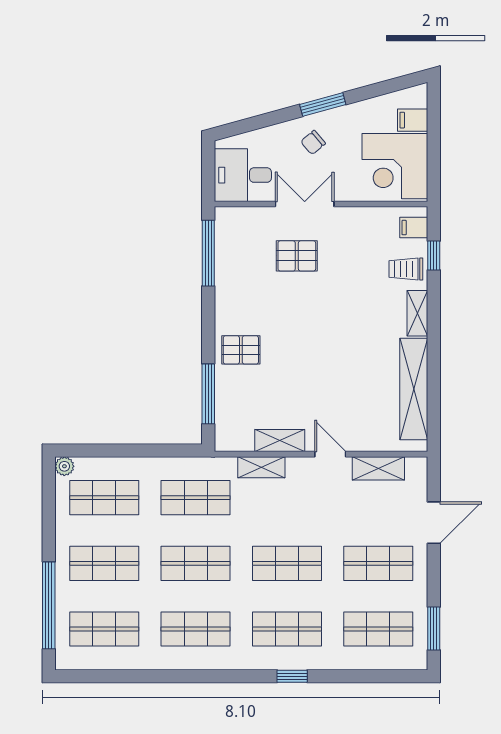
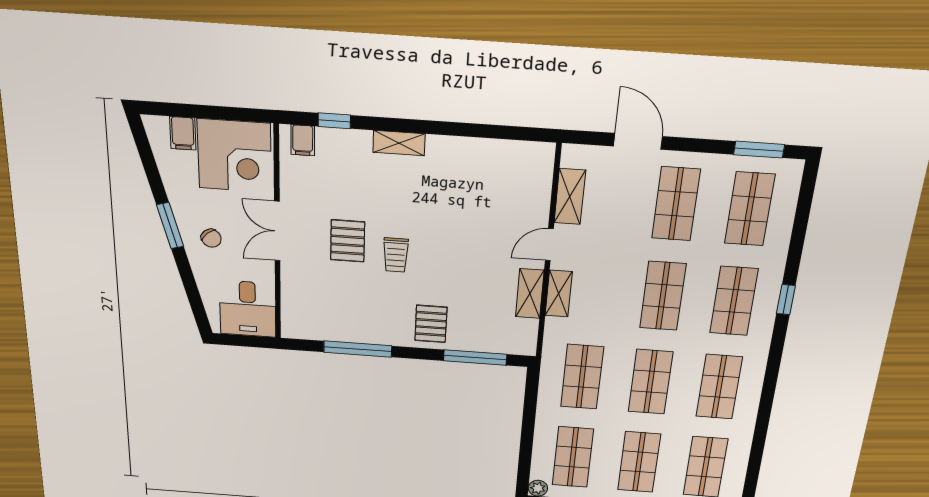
double door: (305, 204) -> (277, 231), moved
window: (208, 253) -> (358, 349), moved
pallet: (297, 256) -> (348, 241), moved
trolley: (406, 269) -> (396, 255), moved
shelving: (414, 389) -> (484, 153), removed
shelving: (261, 467) -> (559, 294), moved

